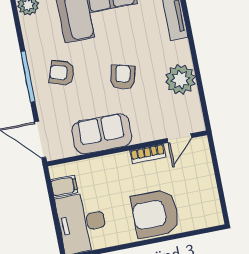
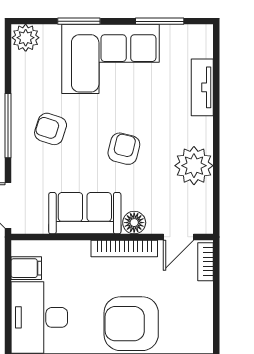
floor lamp: (142, 134) -> (134, 223), added
bookcase: (204, 153) -> (206, 262), added
bookcase: (148, 154) -> (124, 249), width x1.56

